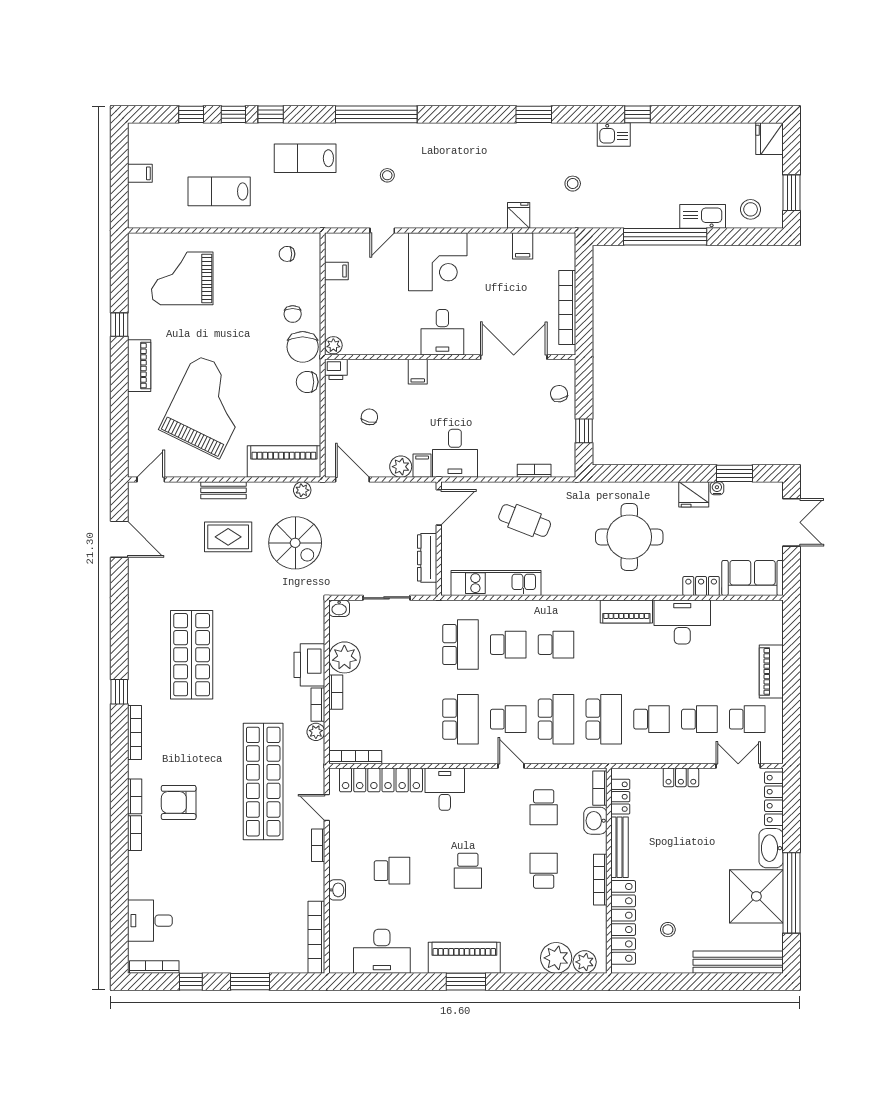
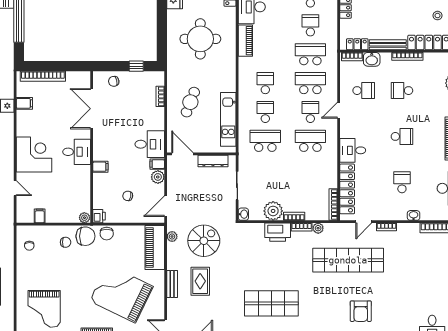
bookcase: (567, 307) -> (43, 76), moved

